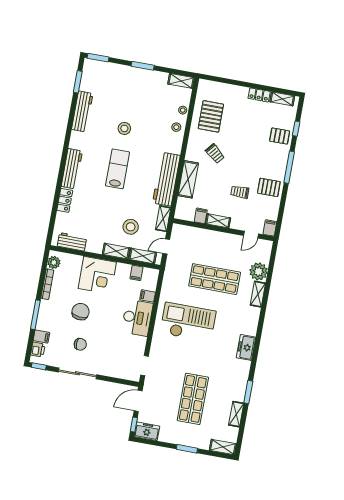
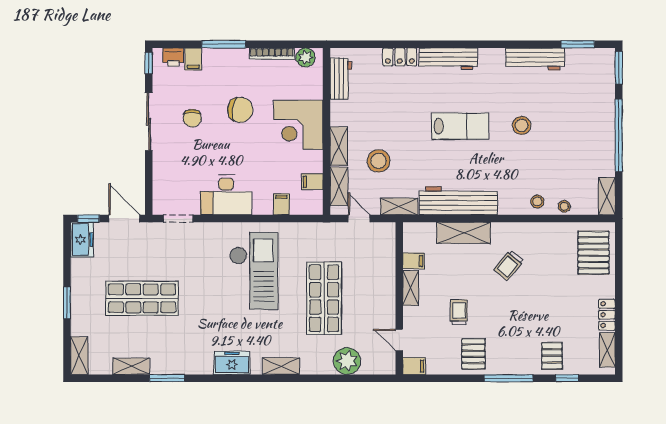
window: (143, 66) -> (619, 135), width x2.11
pallet: (211, 116) -> (593, 253), moved, turned 90
shelving: (258, 294) -> (281, 366), moved
desk: (137, 318) -> (226, 195), moved

